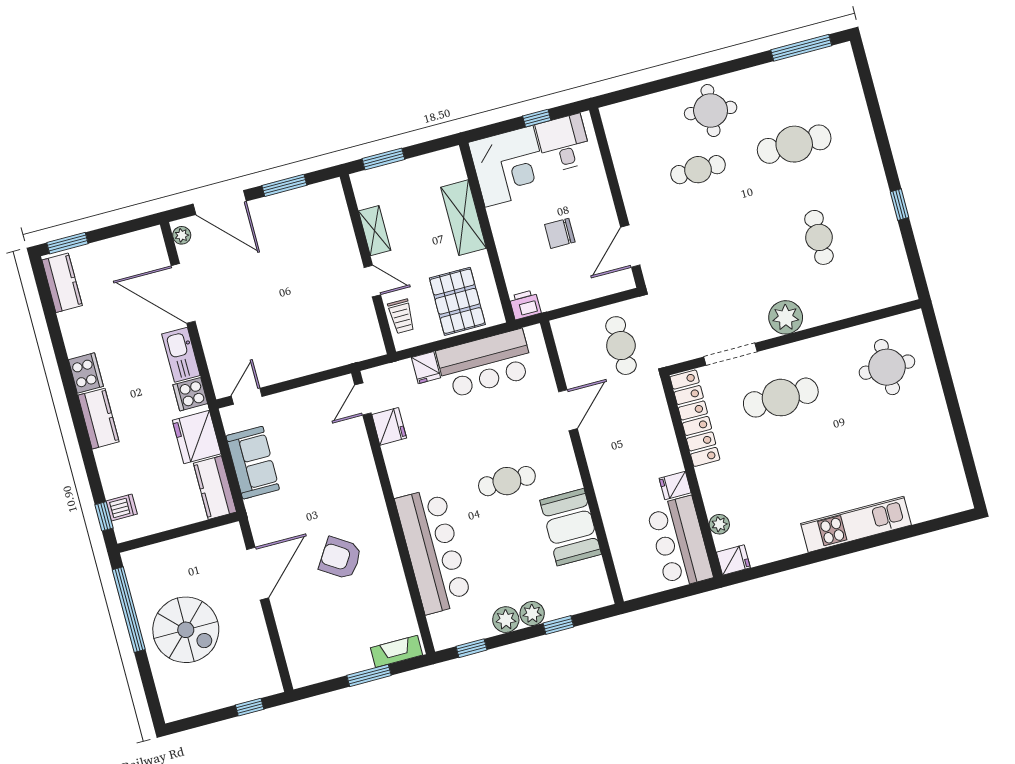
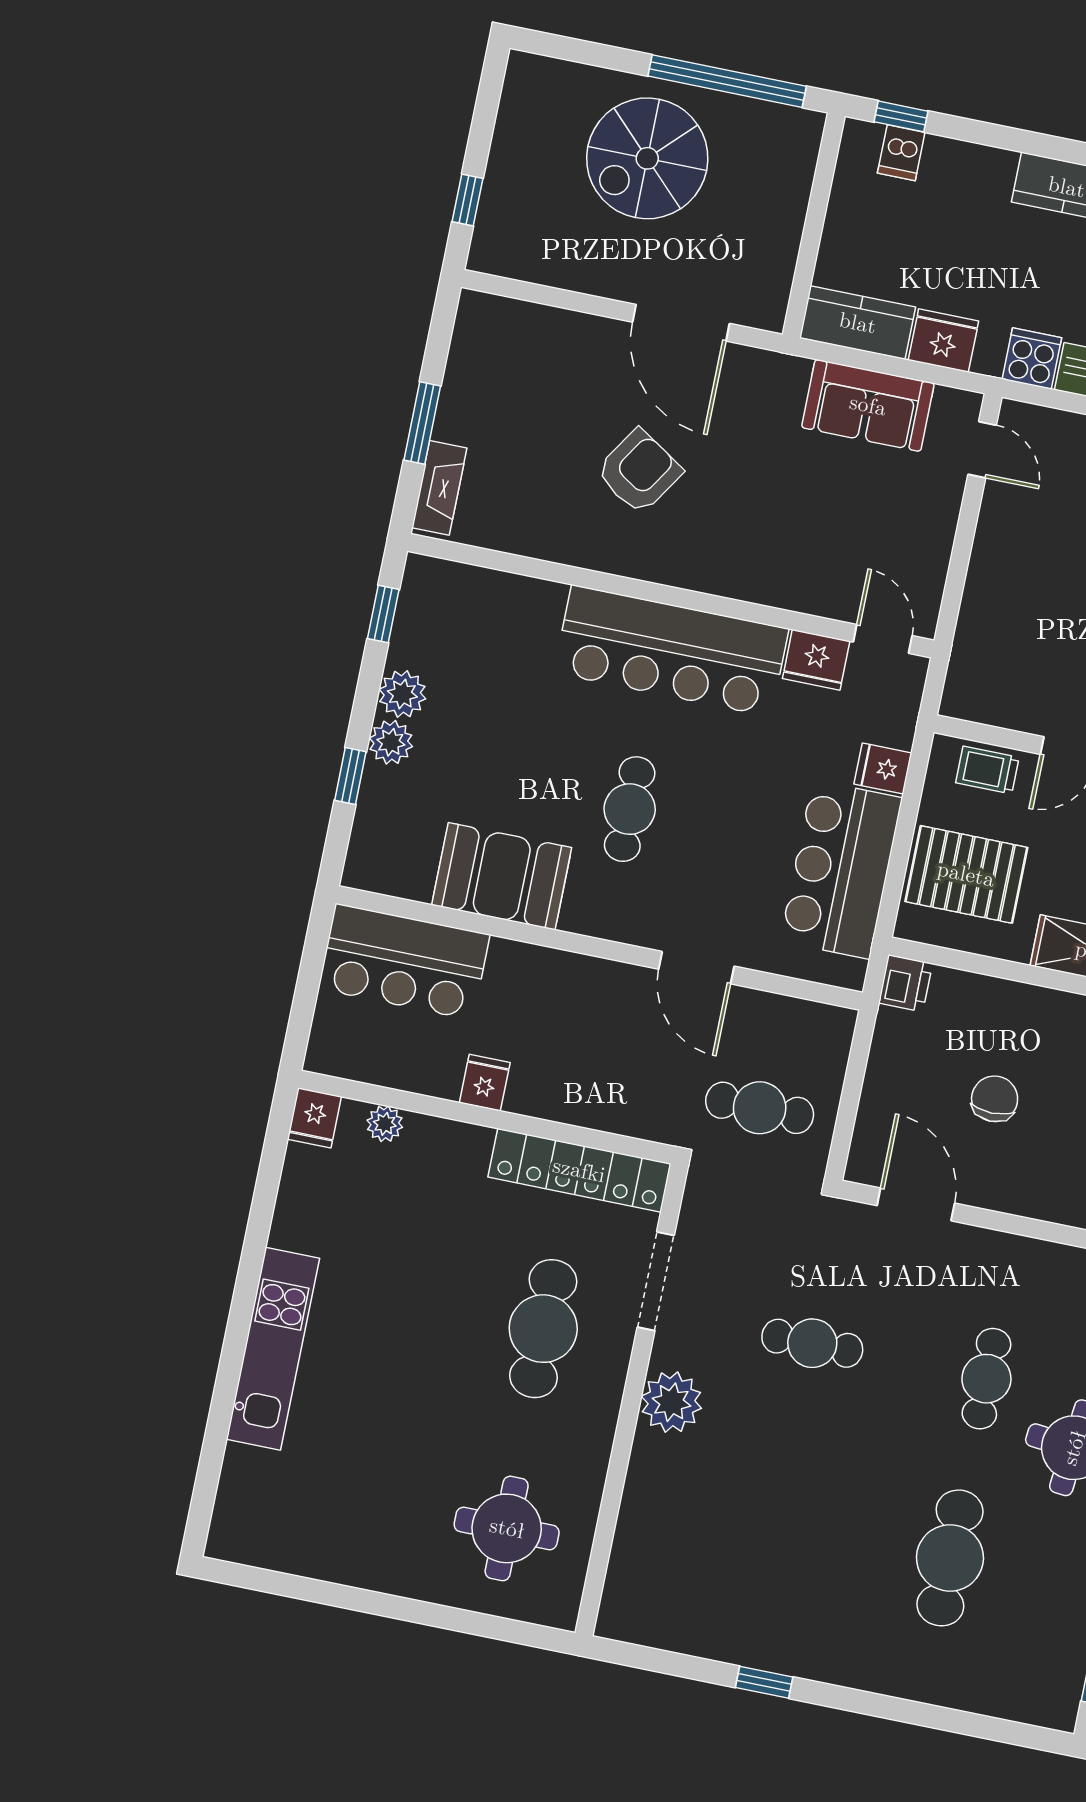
cafe table: (819, 237) -> (812, 1343), moved
fridge: (197, 437) -> (943, 341), width x0.73, depth x0.75
bar counter: (680, 542) -> (404, 962), moved, turned 180
bar counter: (433, 551) -> (671, 651), moved

